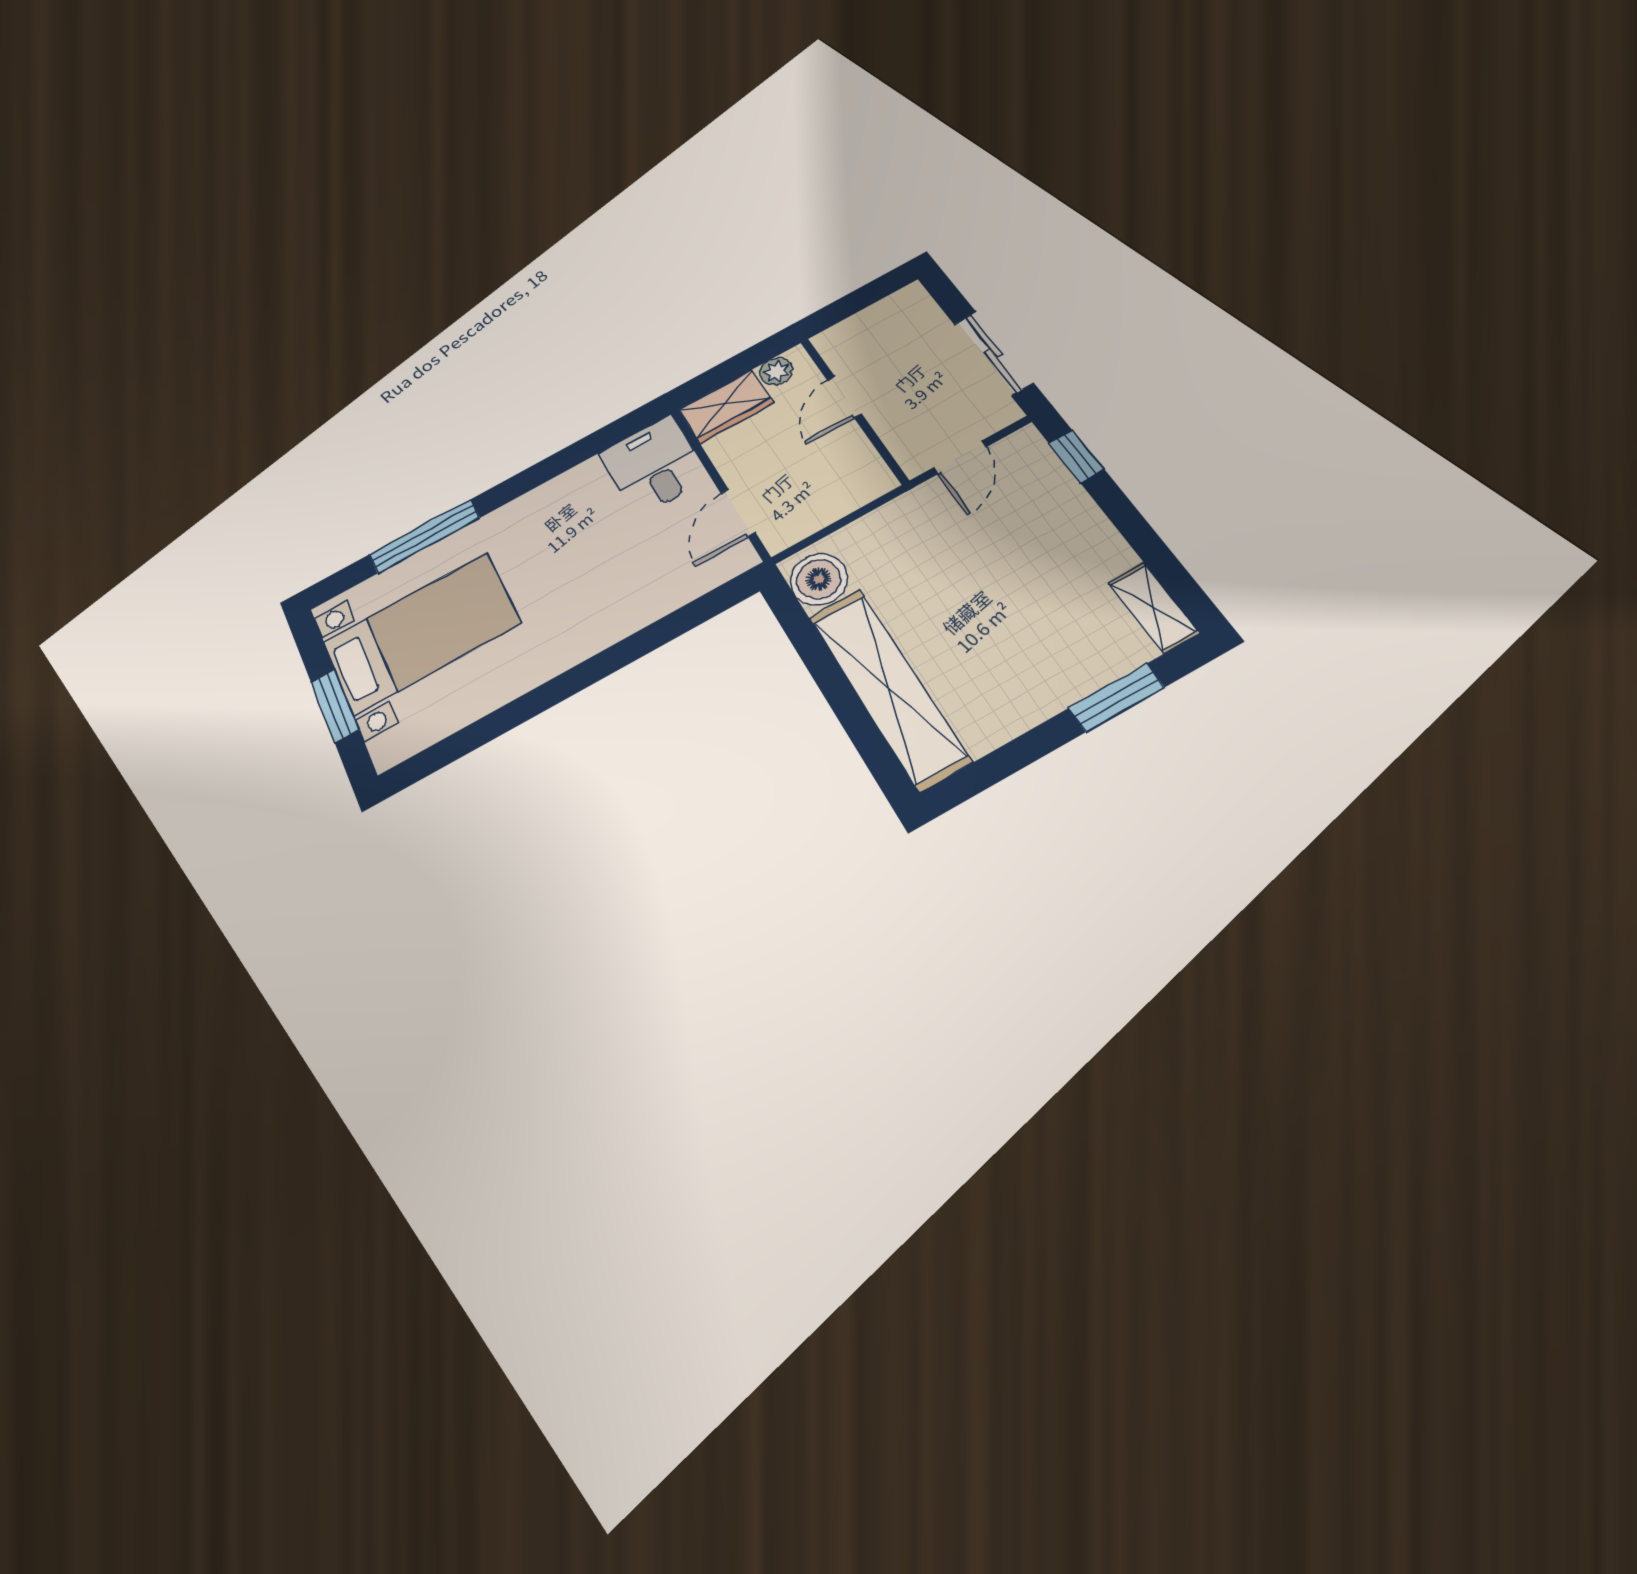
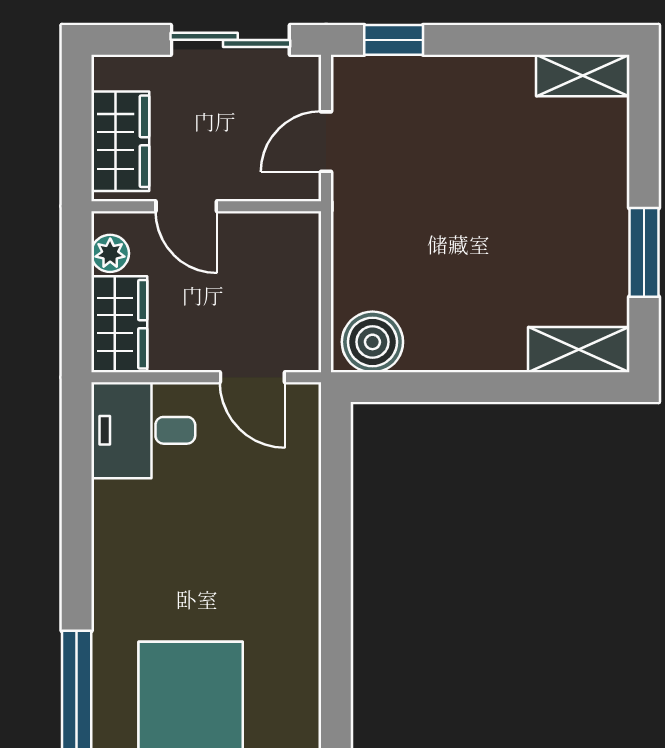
wardrobe: (865, 331) -> (120, 141), added
door: (960, 457) -> (326, 142), swing flipped
shelving: (888, 688) -> (579, 350), width x0.45, depth x0.75
window: (1116, 698) -> (644, 252), moved

